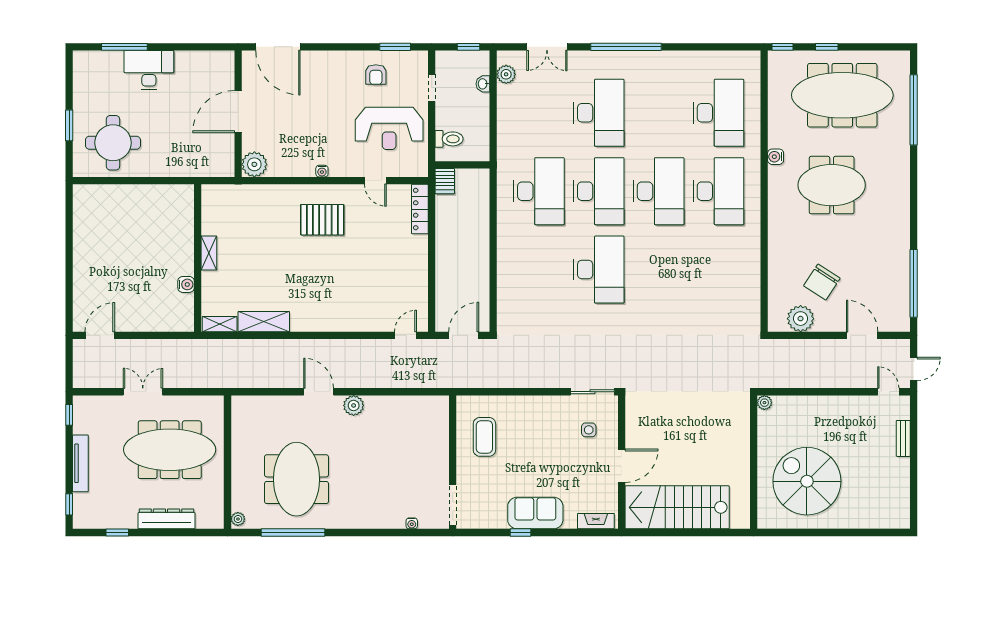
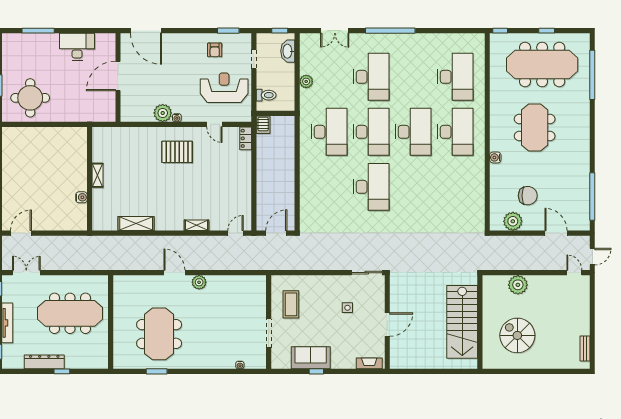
window: (827, 47) -> (547, 31), moved
desk: (149, 70) -> (77, 47), moved
plant: (506, 74) -> (306, 81), moved
washbasin: (483, 84) -> (288, 51), width x1.91, depth x1.45
reception desk: (389, 128) -> (224, 88), turned 180
water cooler: (776, 157) -> (495, 157), moved
plant: (254, 164) -> (163, 113), moved
meeting table: (832, 185) -> (535, 128), turned 90
locker: (420, 209) -> (246, 138), width x0.66
chair: (822, 282) -> (528, 196), turned -123
shelving: (220, 324) -> (196, 225), moved
double door: (143, 392) -> (26, 273), moved
plant: (764, 403) -> (518, 285), moved, width x1.88, depth x1.88
side table: (589, 430) -> (347, 308), moved
bench: (903, 438) -> (585, 348), moved
spiral stairs: (807, 481) -> (517, 335), width x0.73, depth x0.73
doorway: (453, 505) -> (269, 333), moved
stairs: (677, 507) -> (462, 322), moved, turned -90
sofa: (535, 513) -> (311, 358), moved
dresser: (167, 519) -> (44, 362), moved
plant: (238, 519) -> (118, 362), removed
window: (117, 533) -> (62, 371), moved
window: (293, 533) -> (157, 371), width x0.47

